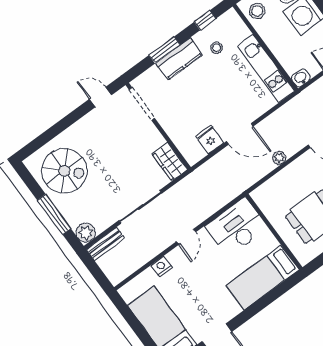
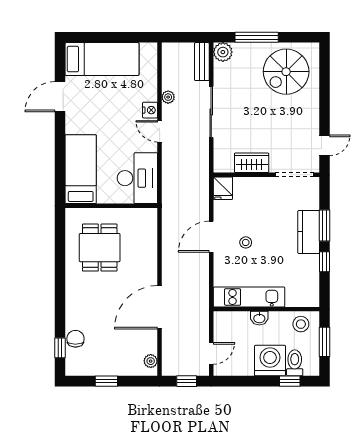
window: (205, 20) -> (325, 262), moved
stool: (216, 48) -> (246, 242), moved
washbasin: (301, 78) -> (259, 318), moved, turned 90
fridge: (210, 140) -> (223, 188), moved, turned 90
plant: (279, 158) -> (168, 97), moved
wardrobe: (170, 162) -> (252, 163), moved
nightstand: (161, 266) -> (150, 110), moved

